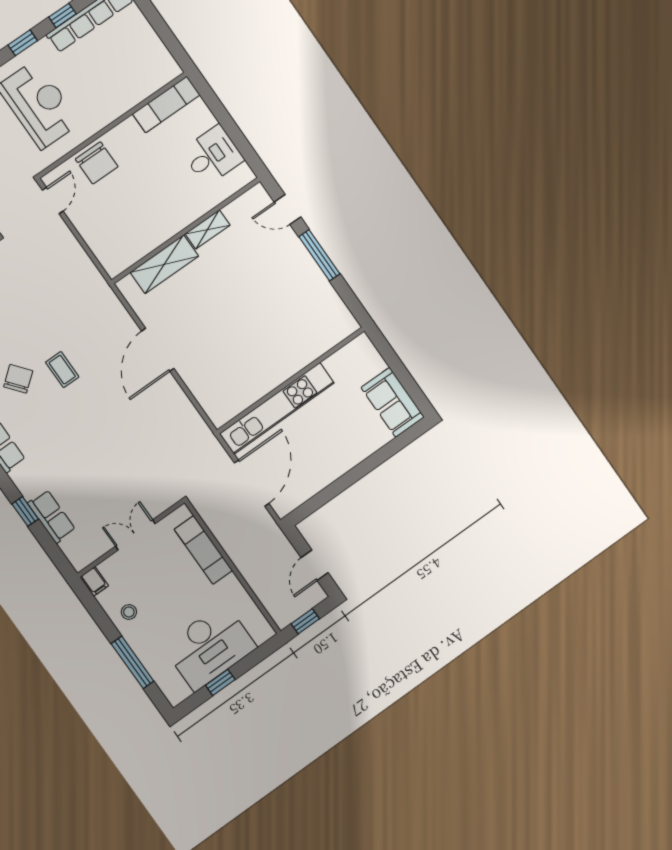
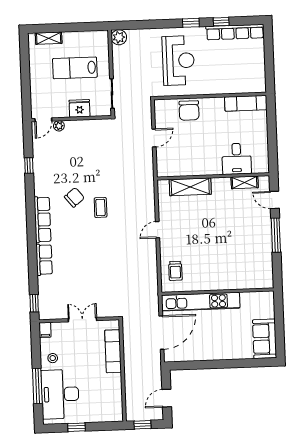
desk: (213, 155) -> (237, 159), moved, turned 90
door: (53, 201) -> (154, 138), moved
shelving: (208, 230) -> (245, 182), moved
door: (158, 350) -> (158, 230), width x0.53
trolley: (217, 389) -> (175, 271), added
window: (25, 511) -> (34, 303), moved
row of seats: (52, 516) -> (44, 260), moved
desk: (210, 647) -> (60, 394), moved, turned 90

